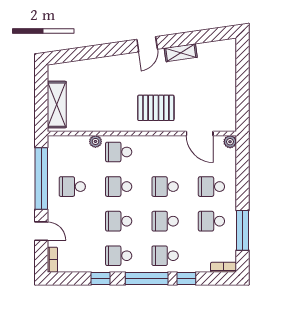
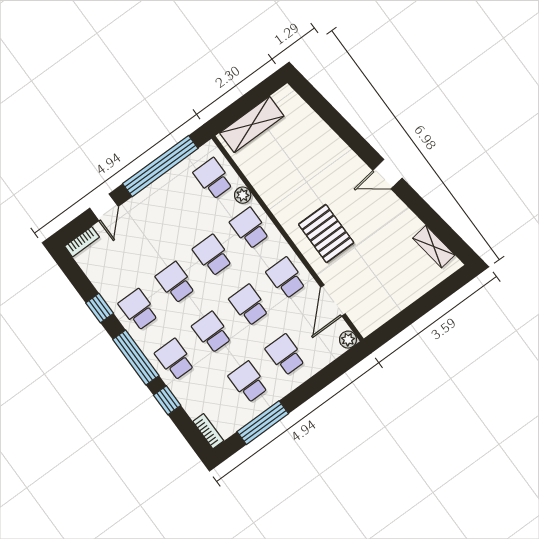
shelving: (181, 53) -> (434, 247), moved
school desk: (165, 152) -> (286, 278), added
school desk: (72, 187) -> (213, 178), moved

